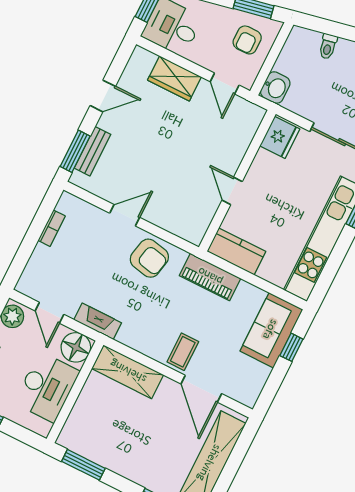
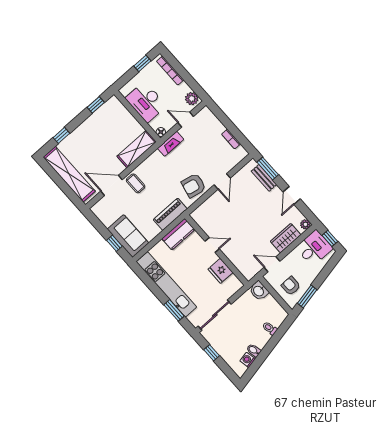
plant: (140, 56) -> (305, 224), added
fridge: (280, 137) -> (220, 271), moved
floor lamp: (76, 347) -> (161, 132), width x0.53, depth x0.53
window: (83, 465) -> (96, 105), width x0.67

